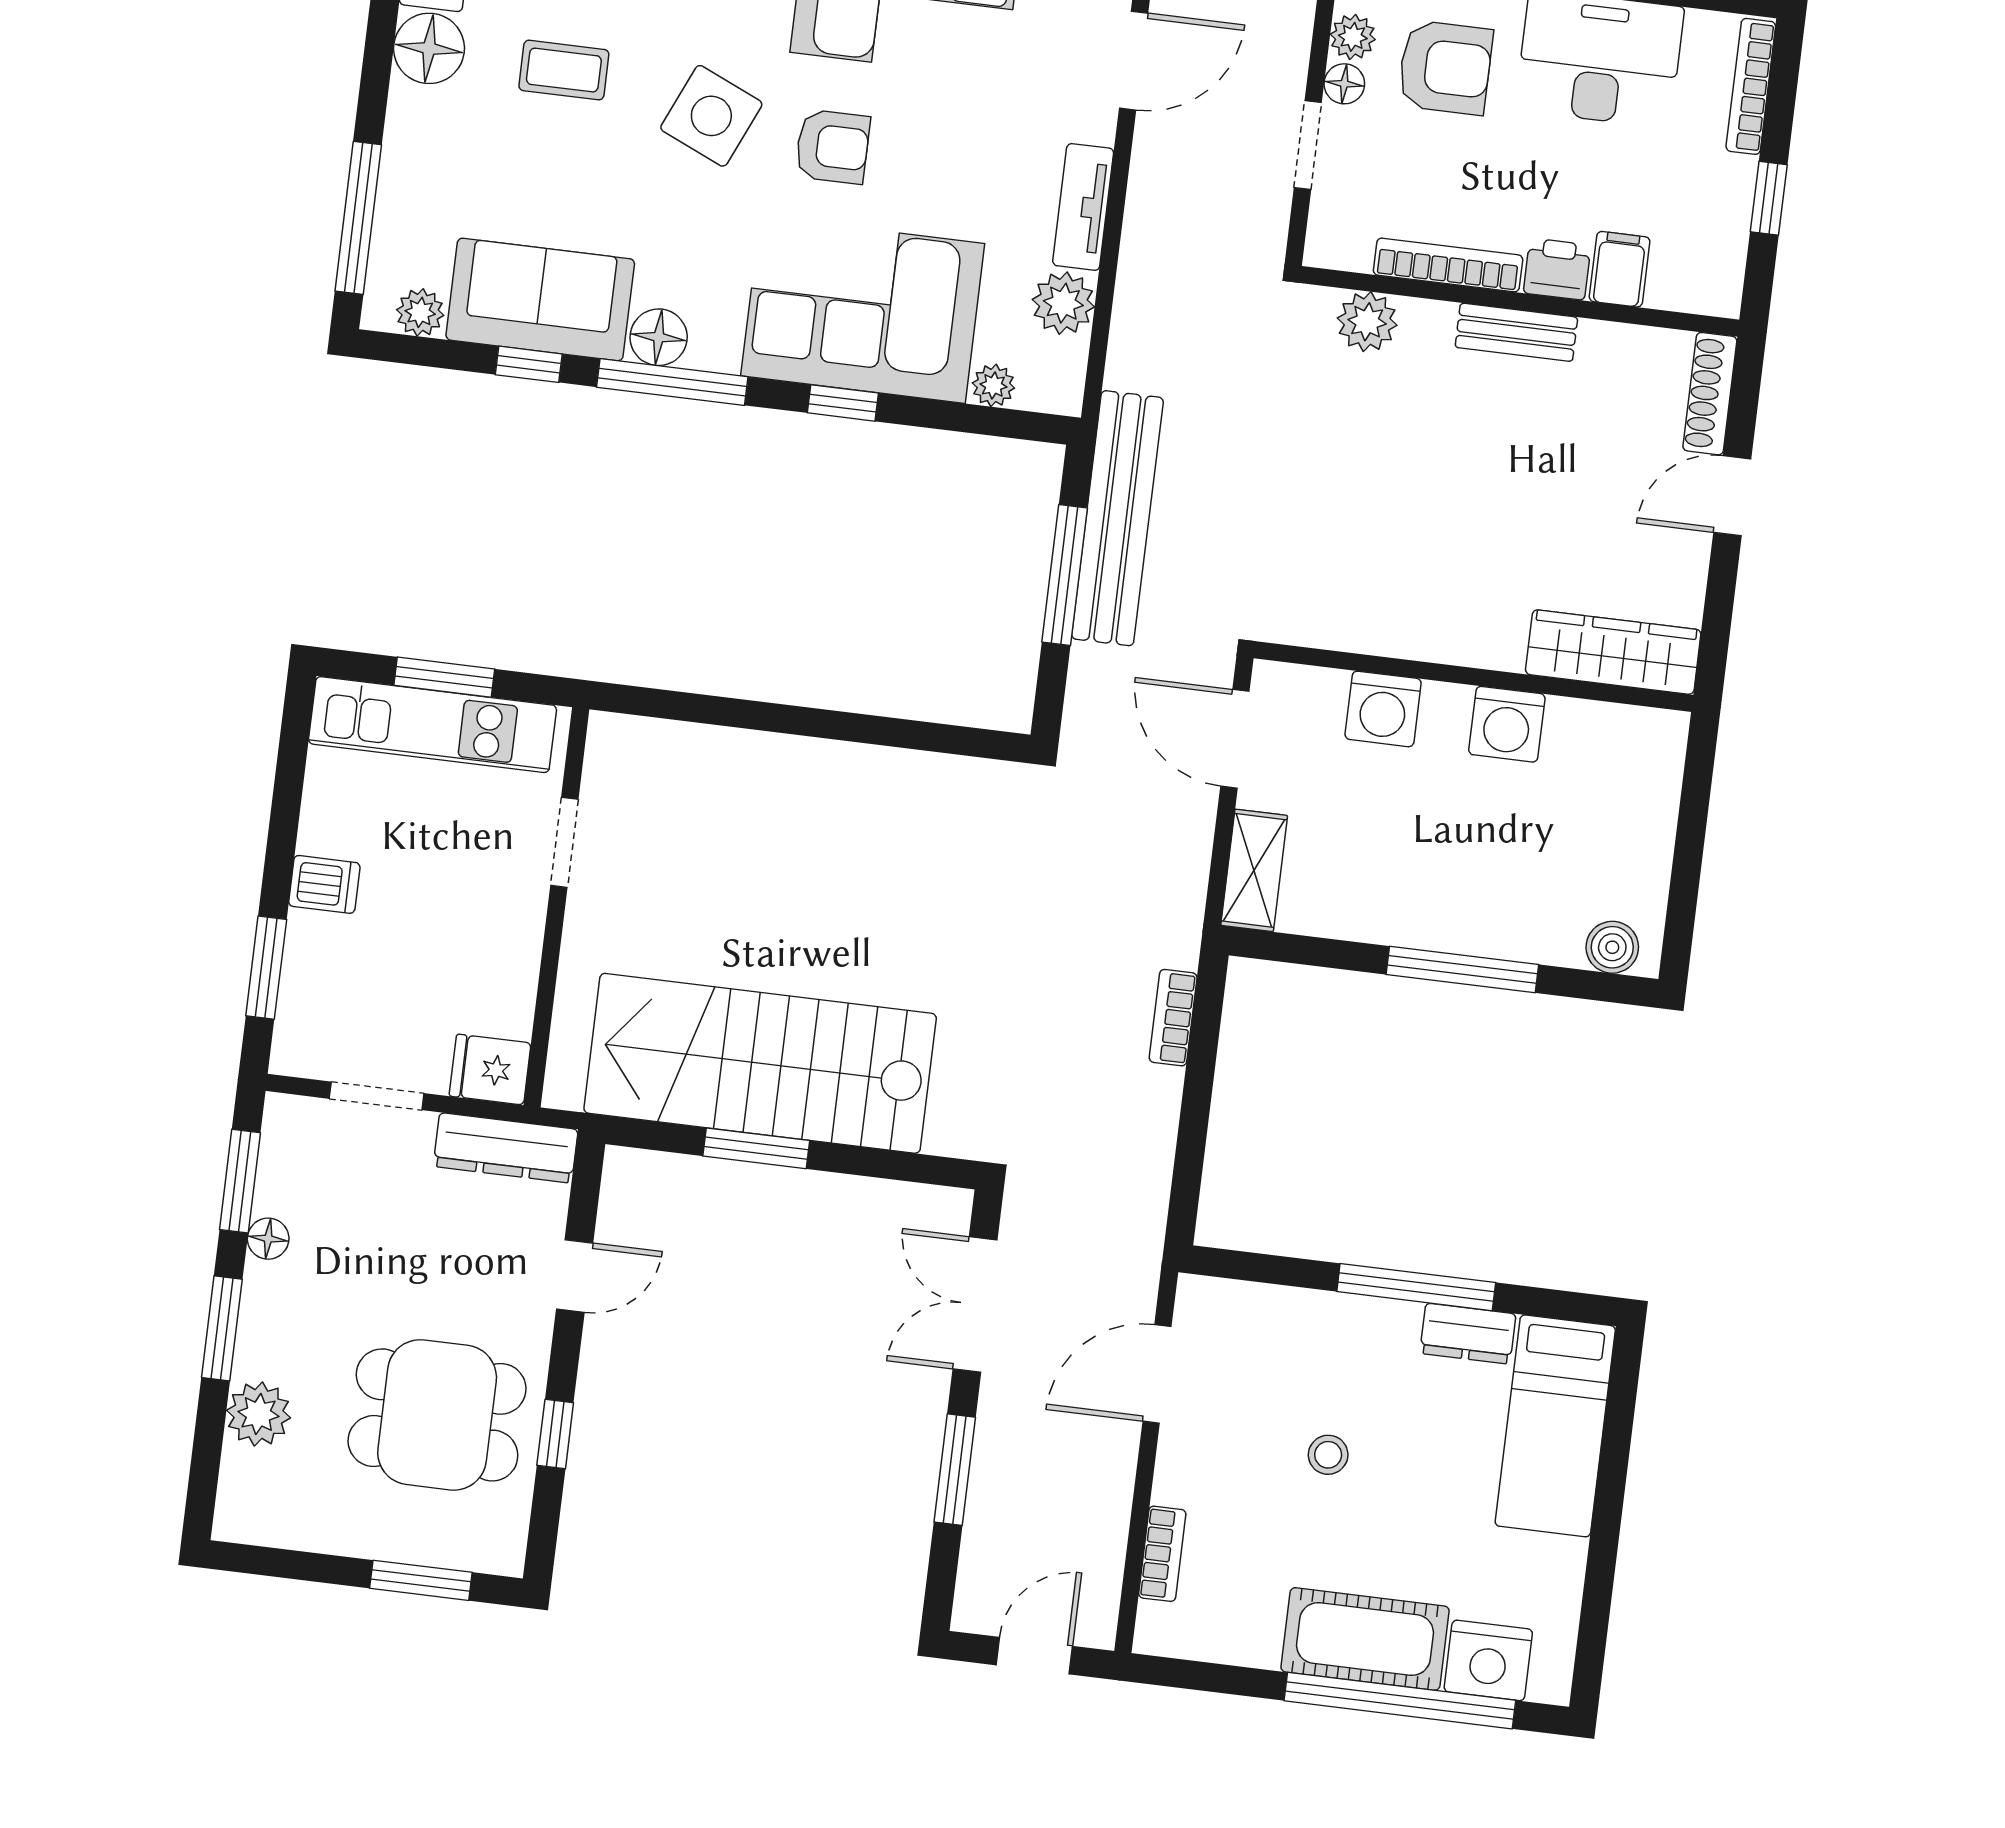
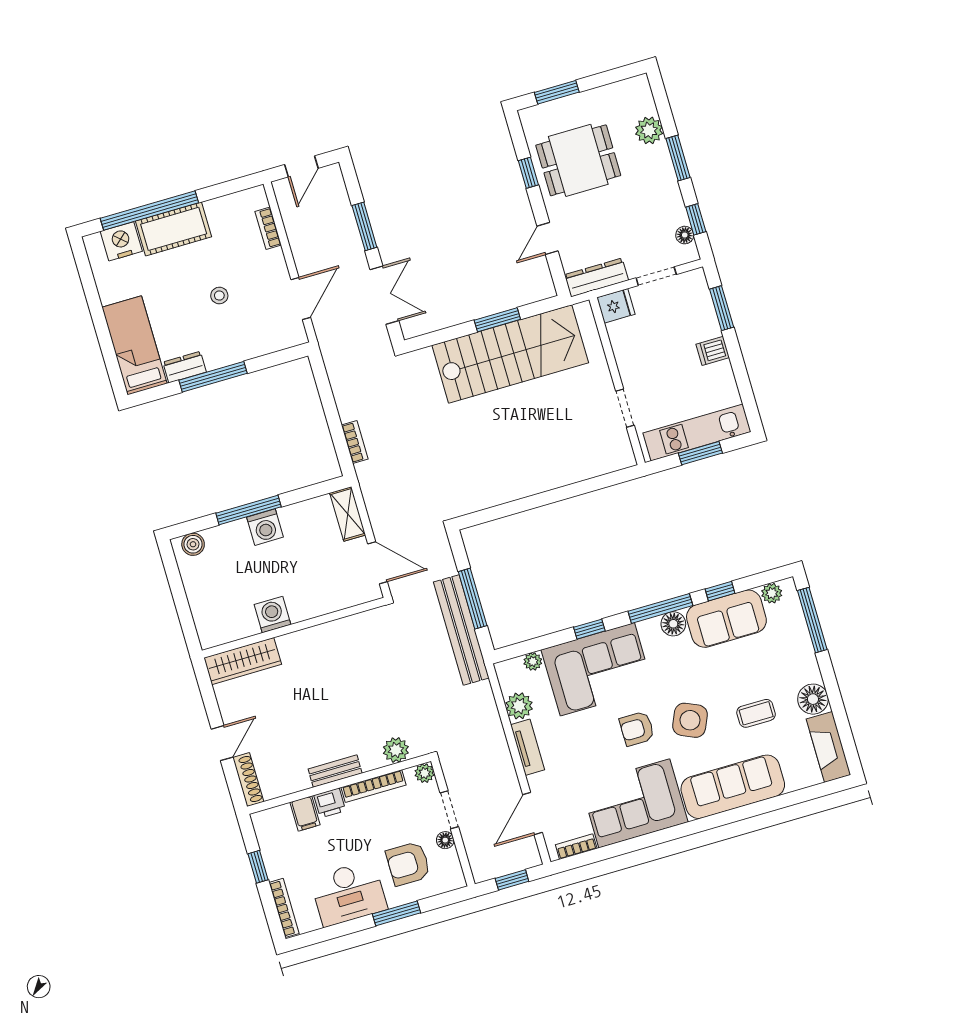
plant: (1353, 37) -> (425, 773), moved
washing machine: (1383, 709) -> (265, 527), moved, turned 180
window: (240, 1181) -> (696, 219), width x0.67
floor lamp: (268, 1239) -> (685, 235), moved

